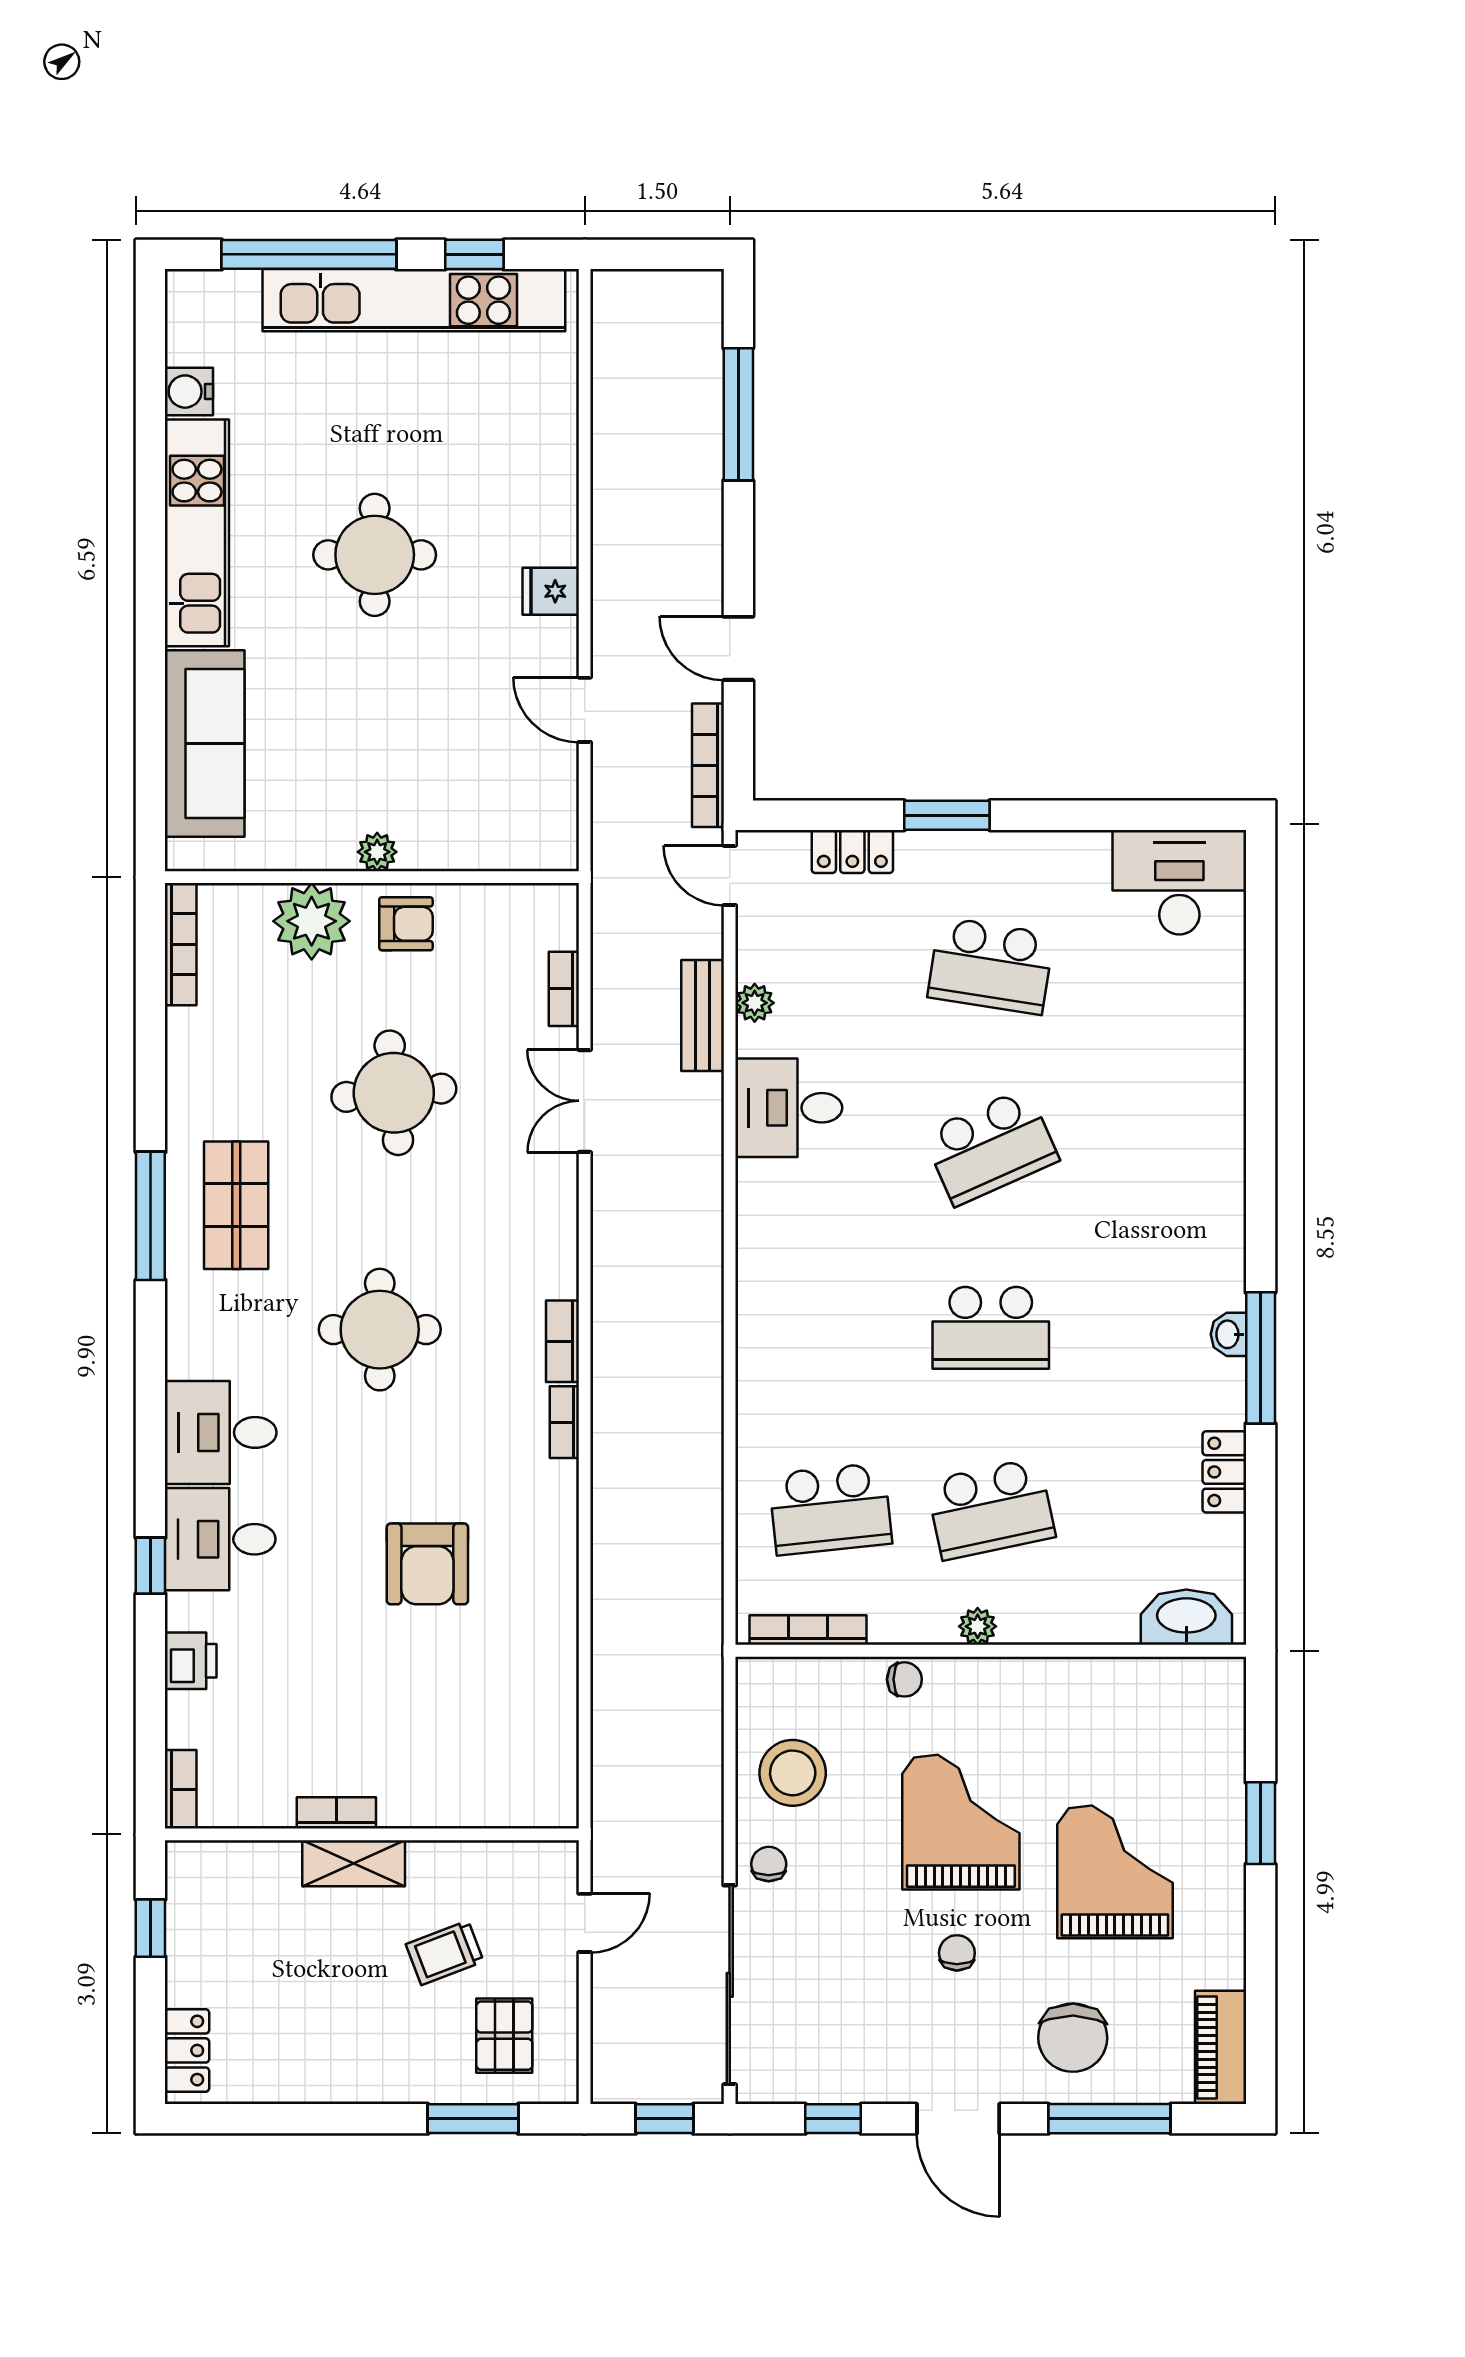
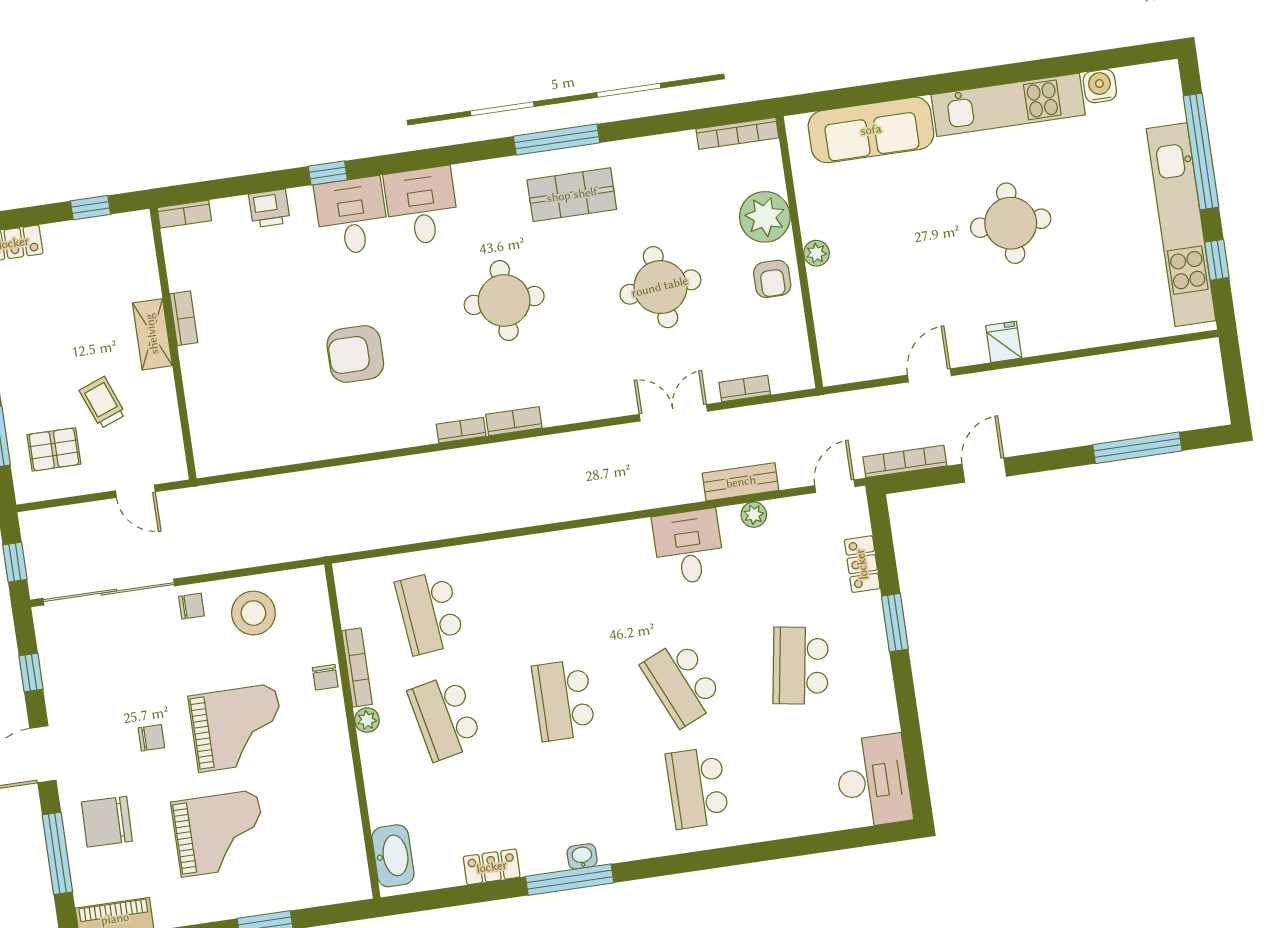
school desk: (1151, 1147) -> (697, 788), added
bookcase: (808, 1630) -> (357, 668), moved

